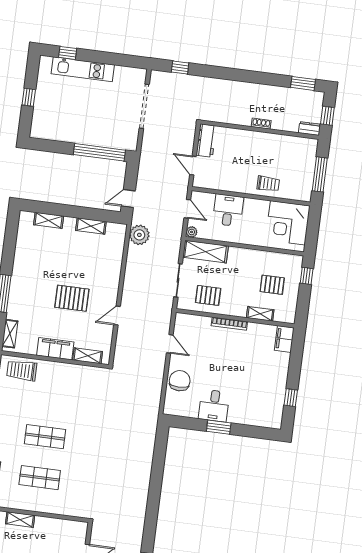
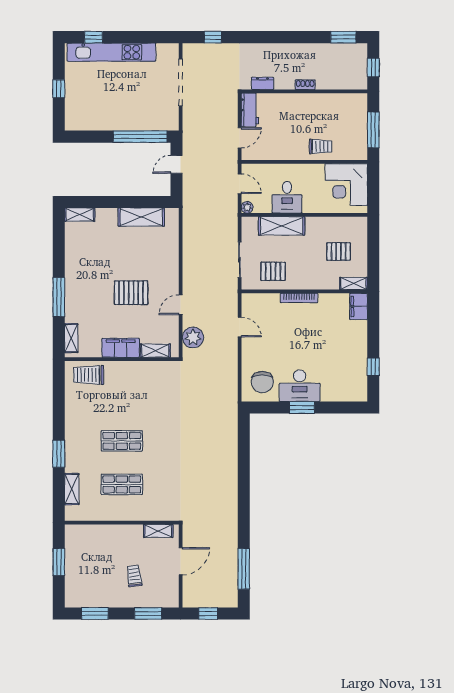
kitchen unit: (83, 69) -> (111, 52), width x1.36
dresser: (310, 129) -> (263, 83), moved
door: (193, 166) -> (240, 138), swing flipped
door: (128, 199) -> (177, 164), moved
desk: (228, 210) -> (287, 197), moved, turned 180
shelving: (49, 220) -> (80, 215), moved
shelving: (91, 226) -> (141, 217), width x1.50, depth x1.33
plant: (139, 235) -> (193, 337), moved
shelving: (206, 252) -> (282, 226), moved
window: (307, 276) -> (373, 238), removed
shelving: (260, 314) -> (354, 283), moved
chair: (180, 381) -> (262, 382), moved, turned 180
desk: (214, 406) -> (300, 386), width x1.37
shelving: (20, 520) -> (158, 531), moved

